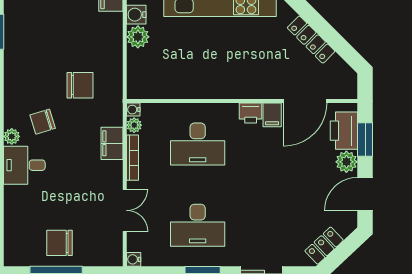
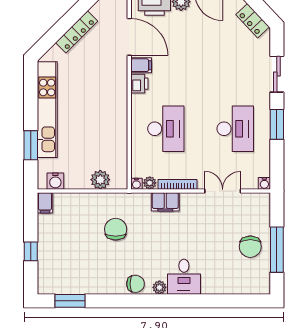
plant: (138, 37) -> (100, 180), moved
chair: (43, 122) -> (136, 284), moved, turned -73

